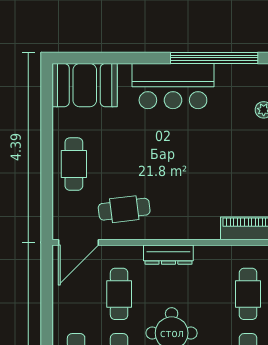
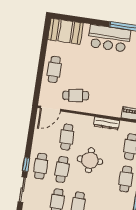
dresser: (168, 255) -> (107, 123), moved

